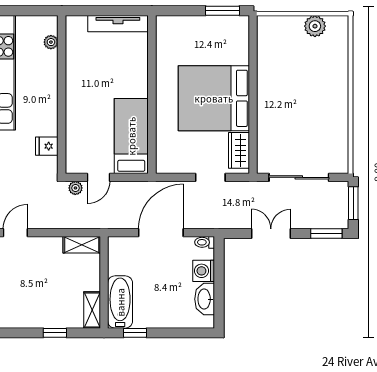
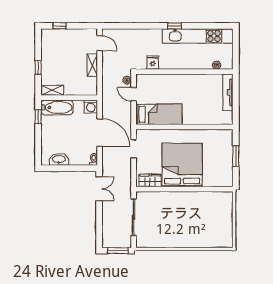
window: (223, 11) -> (236, 156), moved
tv unit: (118, 24) -> (228, 92), moved
plant: (315, 26) -> (226, 227), removed
doorway: (210, 177) -> (134, 149), moved
double door: (271, 234) -> (99, 189), moved
window: (326, 234) -> (99, 234), removed
shelving: (82, 245) -> (92, 65), moved
washing machine: (204, 271) -> (91, 106), moved, turned 180

